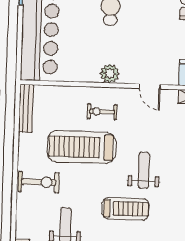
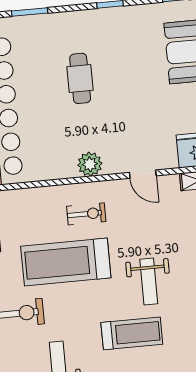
exercise bike: (102, 112) -> (86, 214), turned 180
weight bench: (144, 170) -> (149, 282), turned 180

